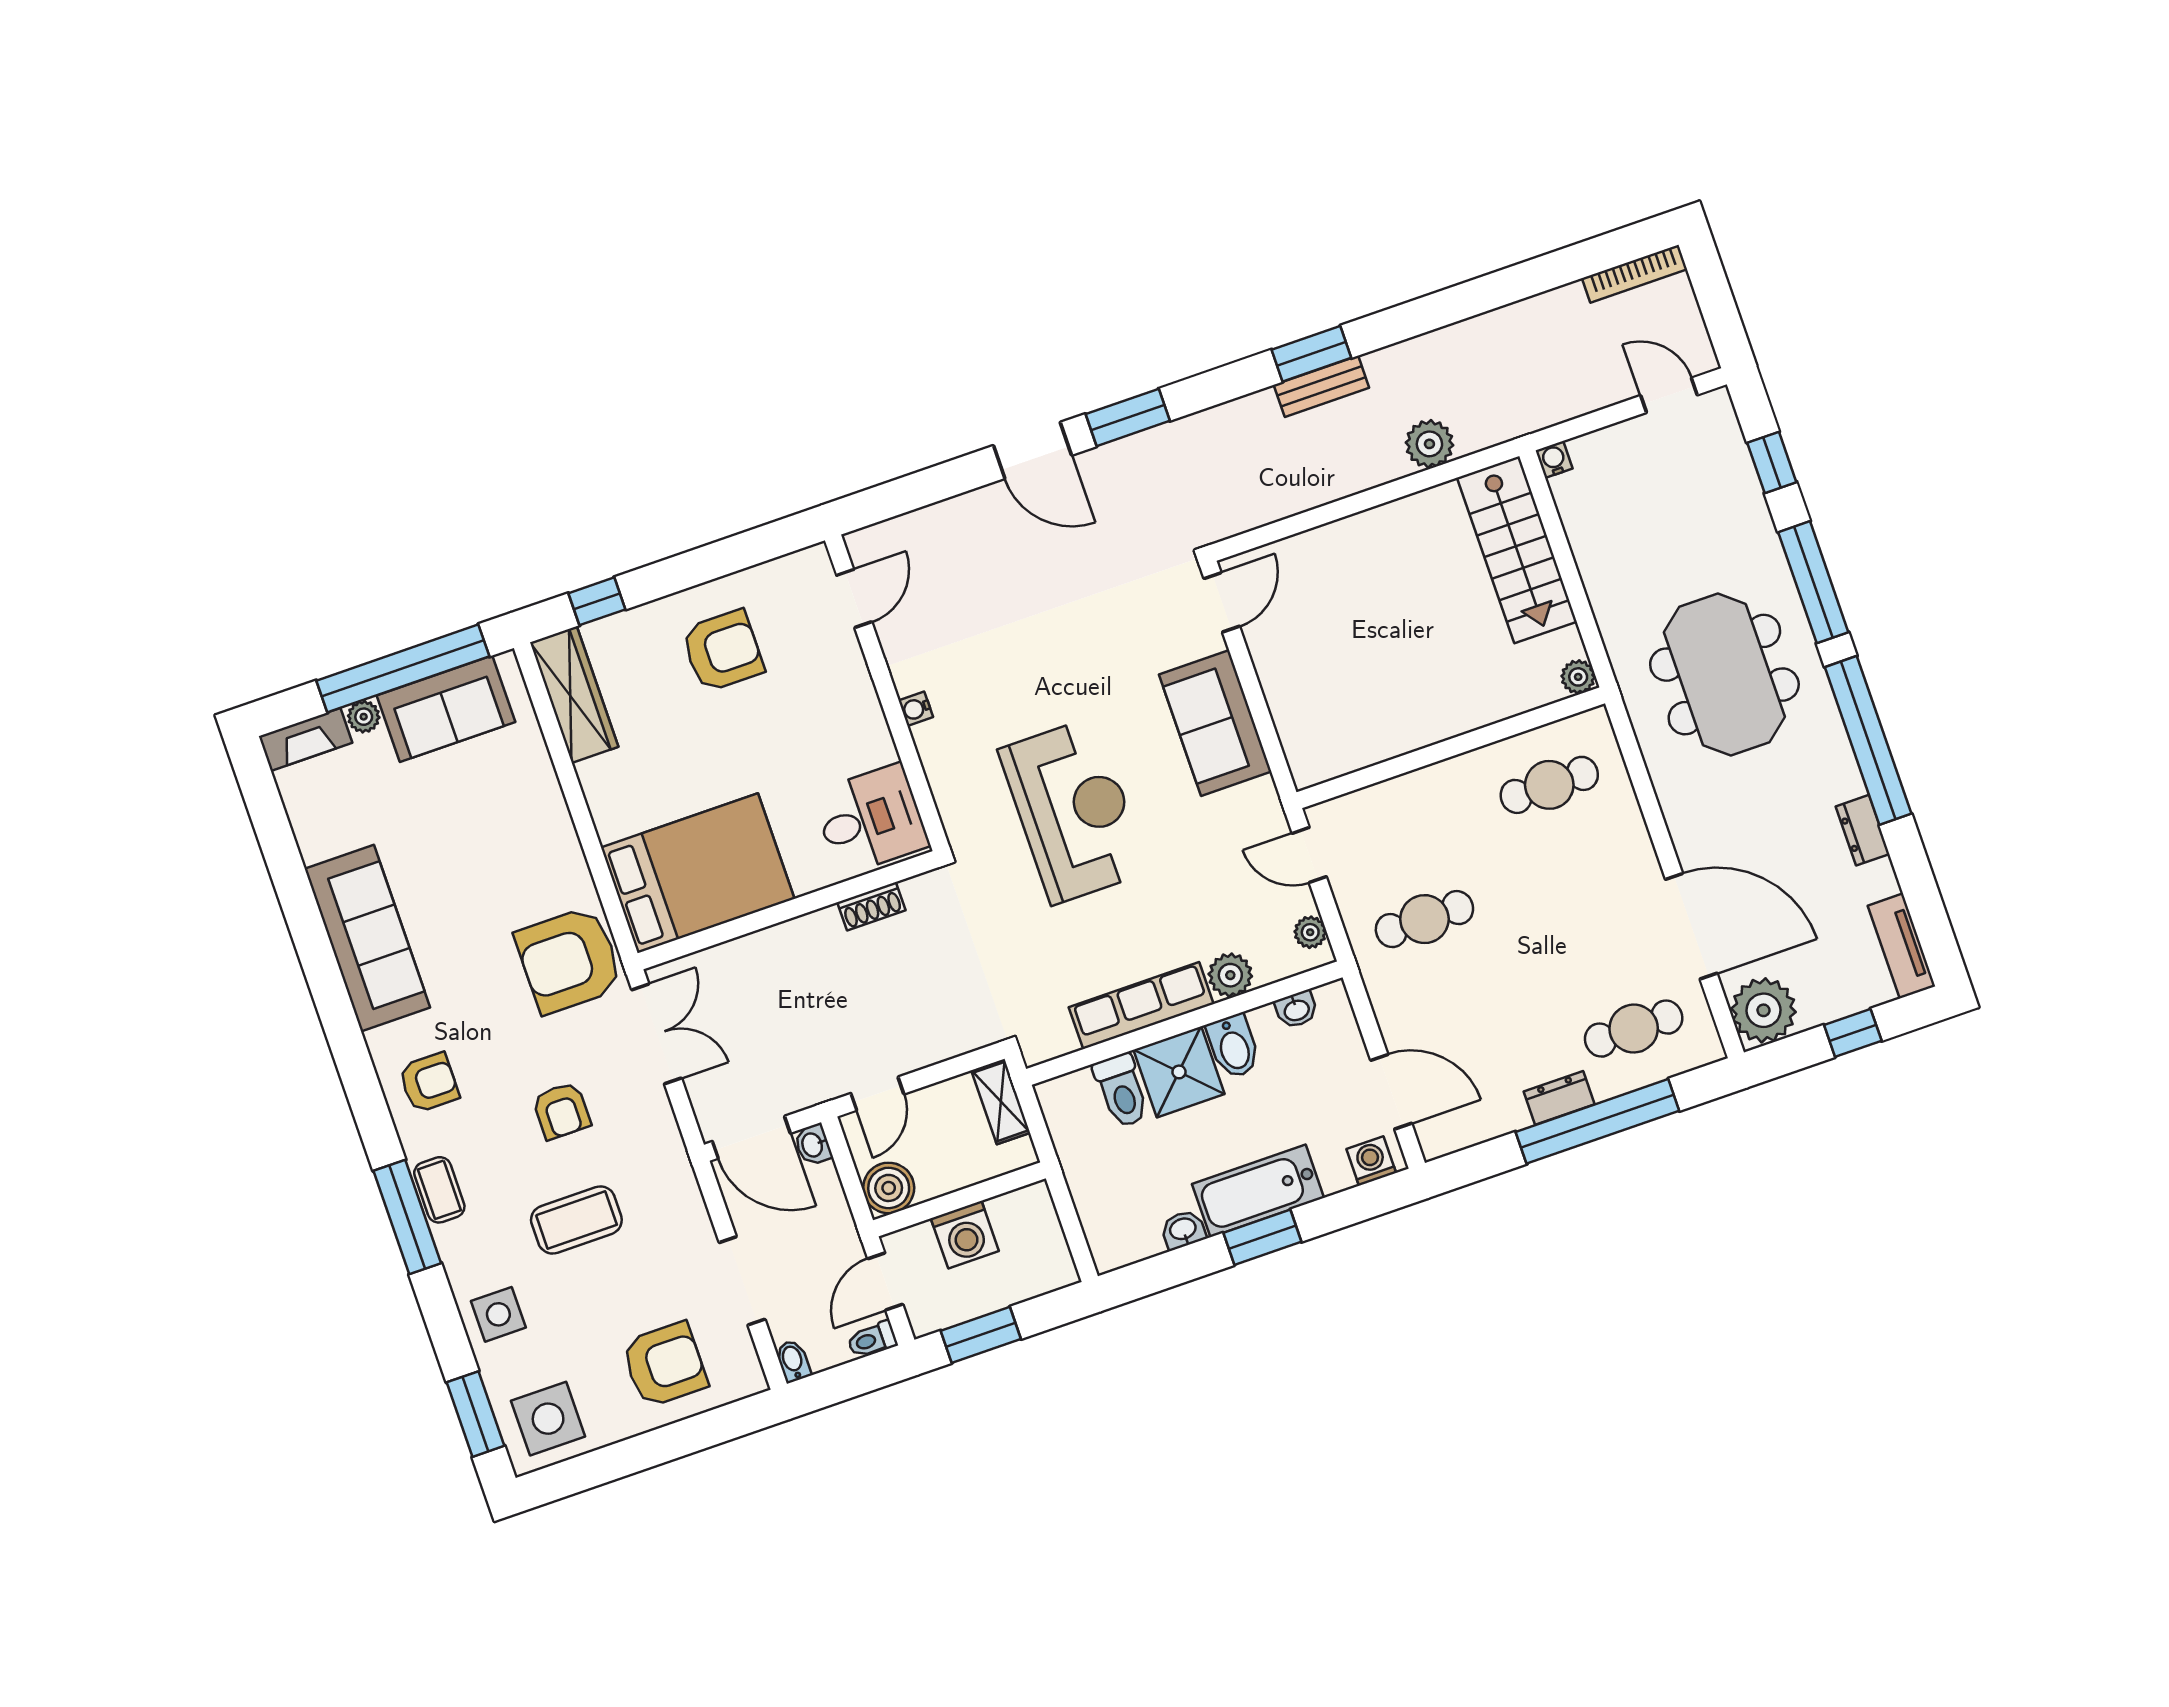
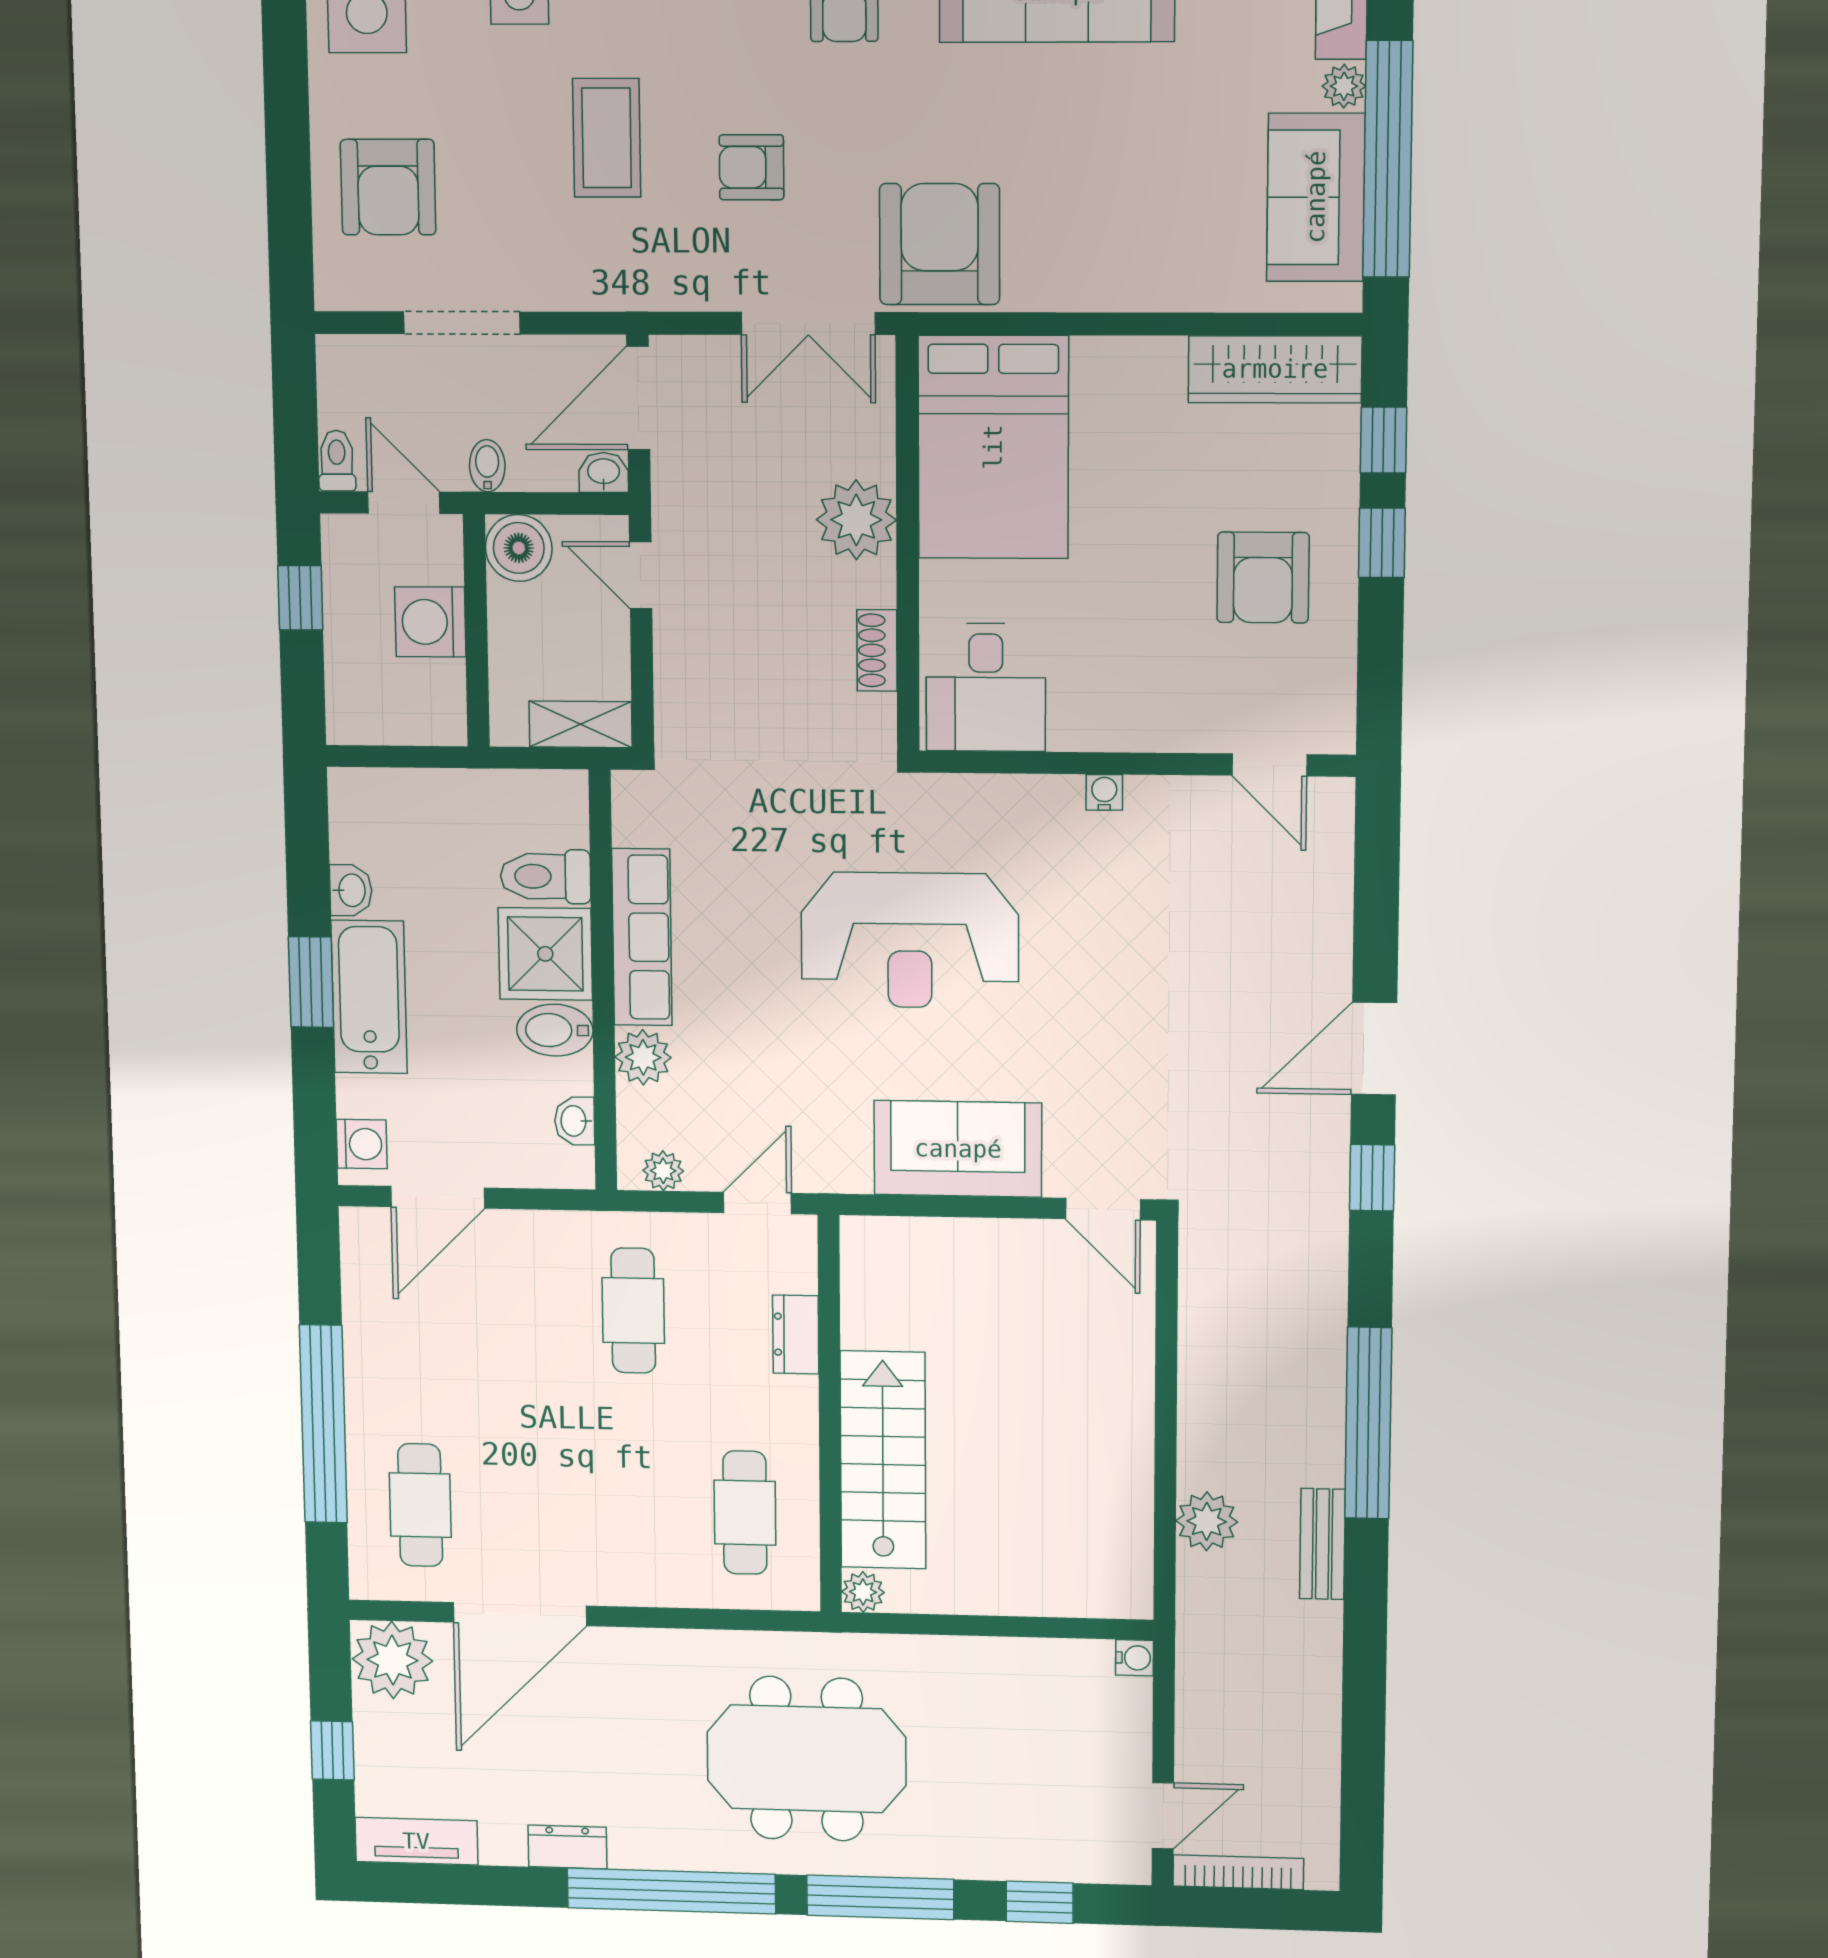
bookcase: (1634, 274) -> (1238, 1872), moved, turned 90
window: (1311, 354) -> (1368, 1423), width x2.11
bench: (1321, 386) -> (1322, 1544), moved
window: (1128, 417) -> (1372, 1178), width x0.67
stairs: (1517, 550) -> (883, 1460), moved, turned 90
window: (669, 576) -> (1382, 543), added
plant: (783, 953) -> (856, 520), added
dresser: (1559, 1098) -> (796, 1334), moved, turned 180
window: (981, 1335) -> (300, 598), width x0.67
bidet: (793, 1361) -> (487, 466), moved, turned -90

